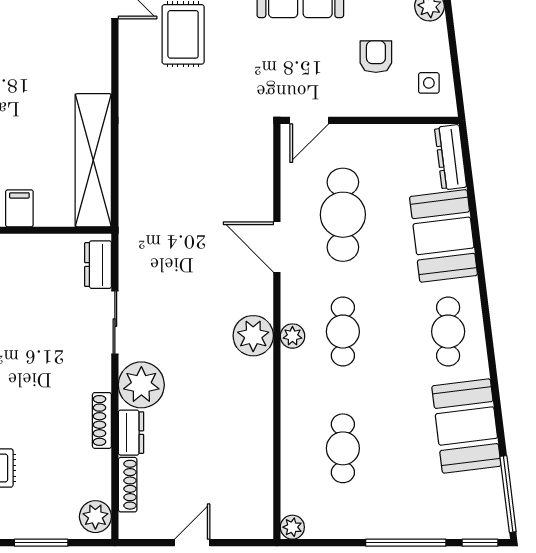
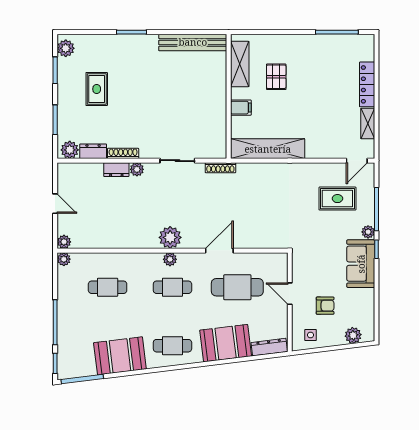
door: (309, 120) -> (290, 294), moved
dresser: (98, 265) -> (93, 151), moved
plant: (141, 385) -> (137, 169), width x0.53, depth x0.53
shoe rack: (128, 485) -> (220, 168), moved
plant: (261, 527) -> (64, 242), added

